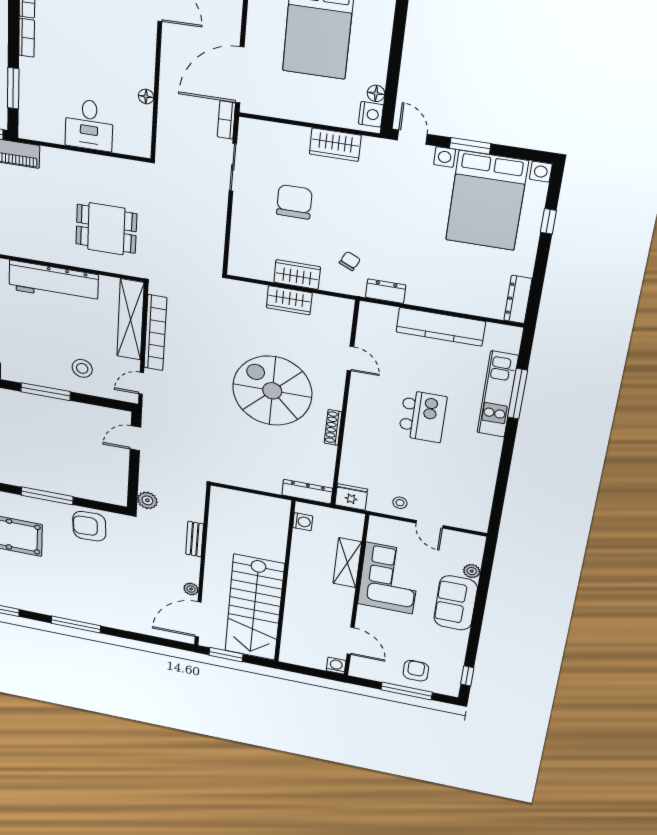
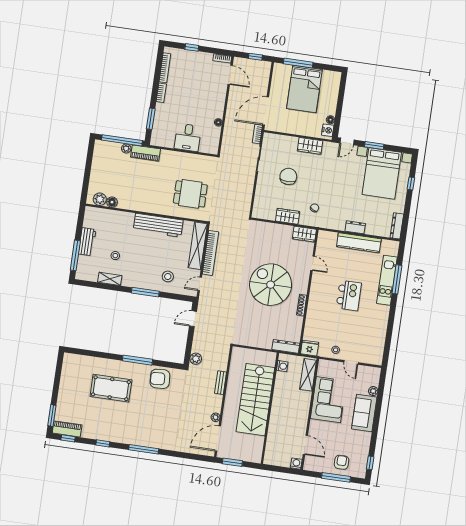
door: (412, 137) -> (347, 141), swing flipped
dresser: (386, 291) -> (355, 227), moved
wardrobe: (289, 300) -> (304, 234), moved
shelving: (347, 563) -> (308, 375), moved
stairs: (254, 608) -> (255, 400), moved

